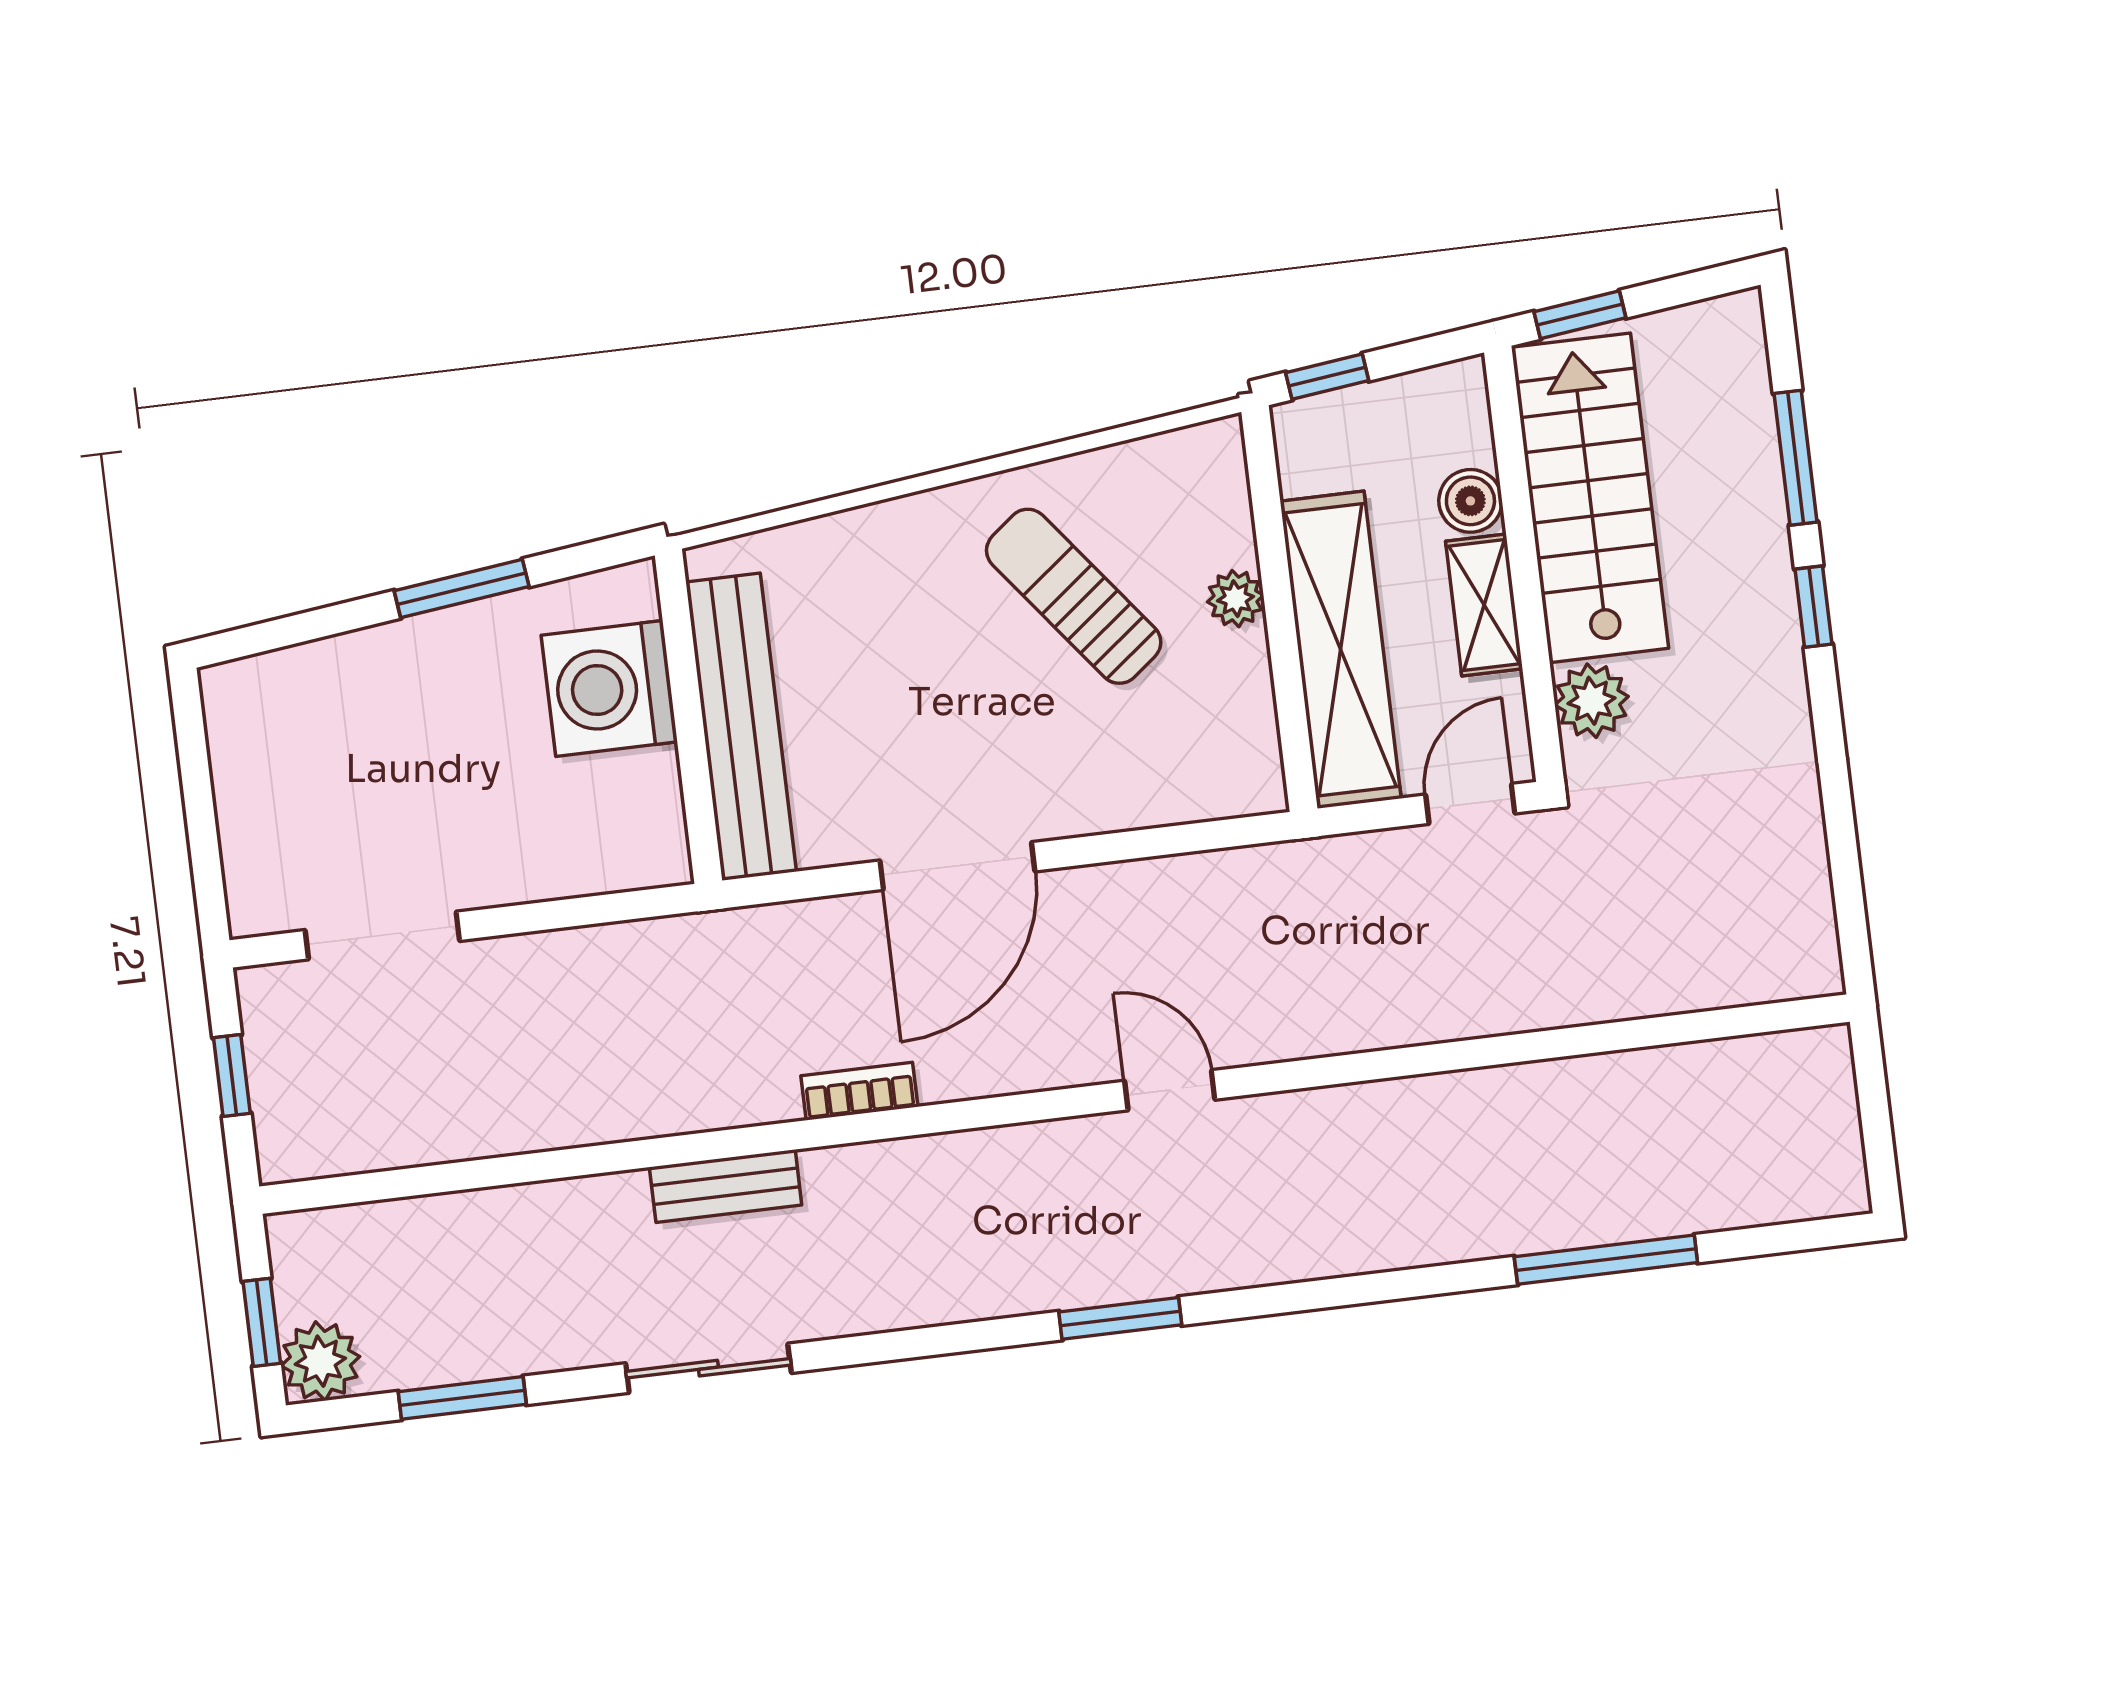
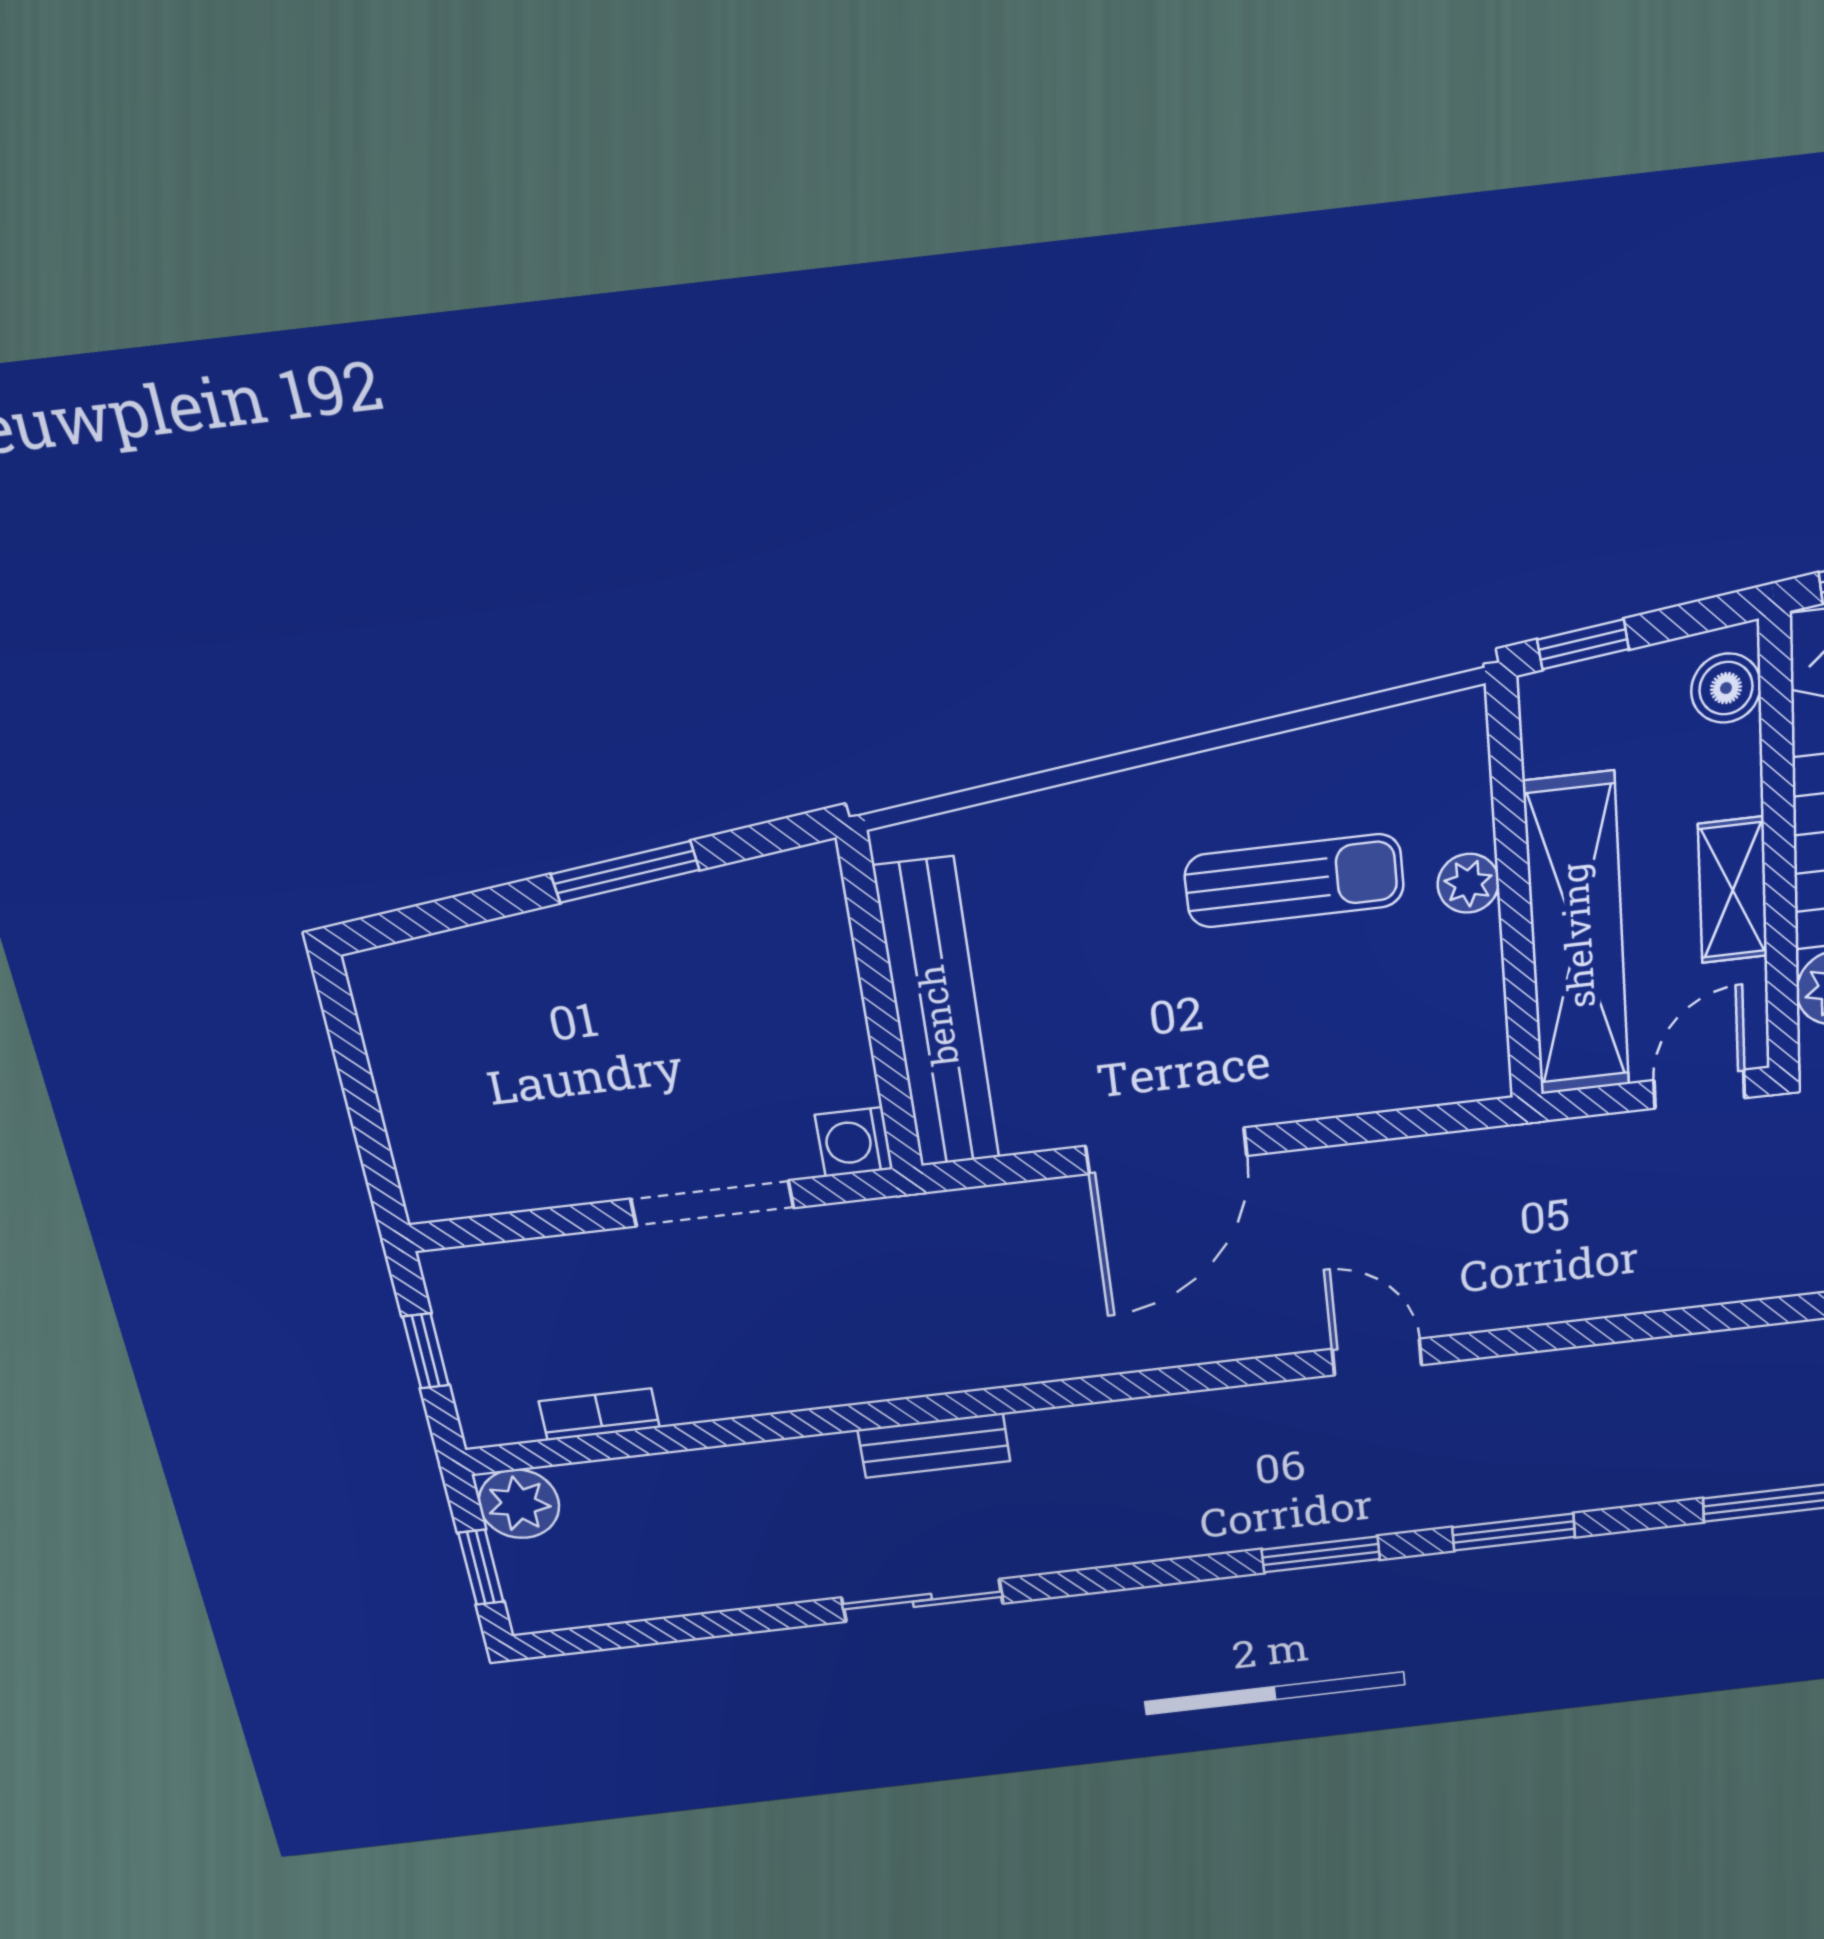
boiler: (1470, 501) -> (1726, 688), moved
sun lounger: (1074, 596) -> (1294, 881), turned 128
washing machine: (609, 689) -> (854, 1142), moved, width x0.53, depth x0.53
doorway: (382, 936) -> (712, 1203), moved
bookcase: (859, 1091) -> (599, 1414), moved
plant: (320, 1361) -> (519, 1504), moved
window: (462, 1398) -> (1514, 1532), moved

